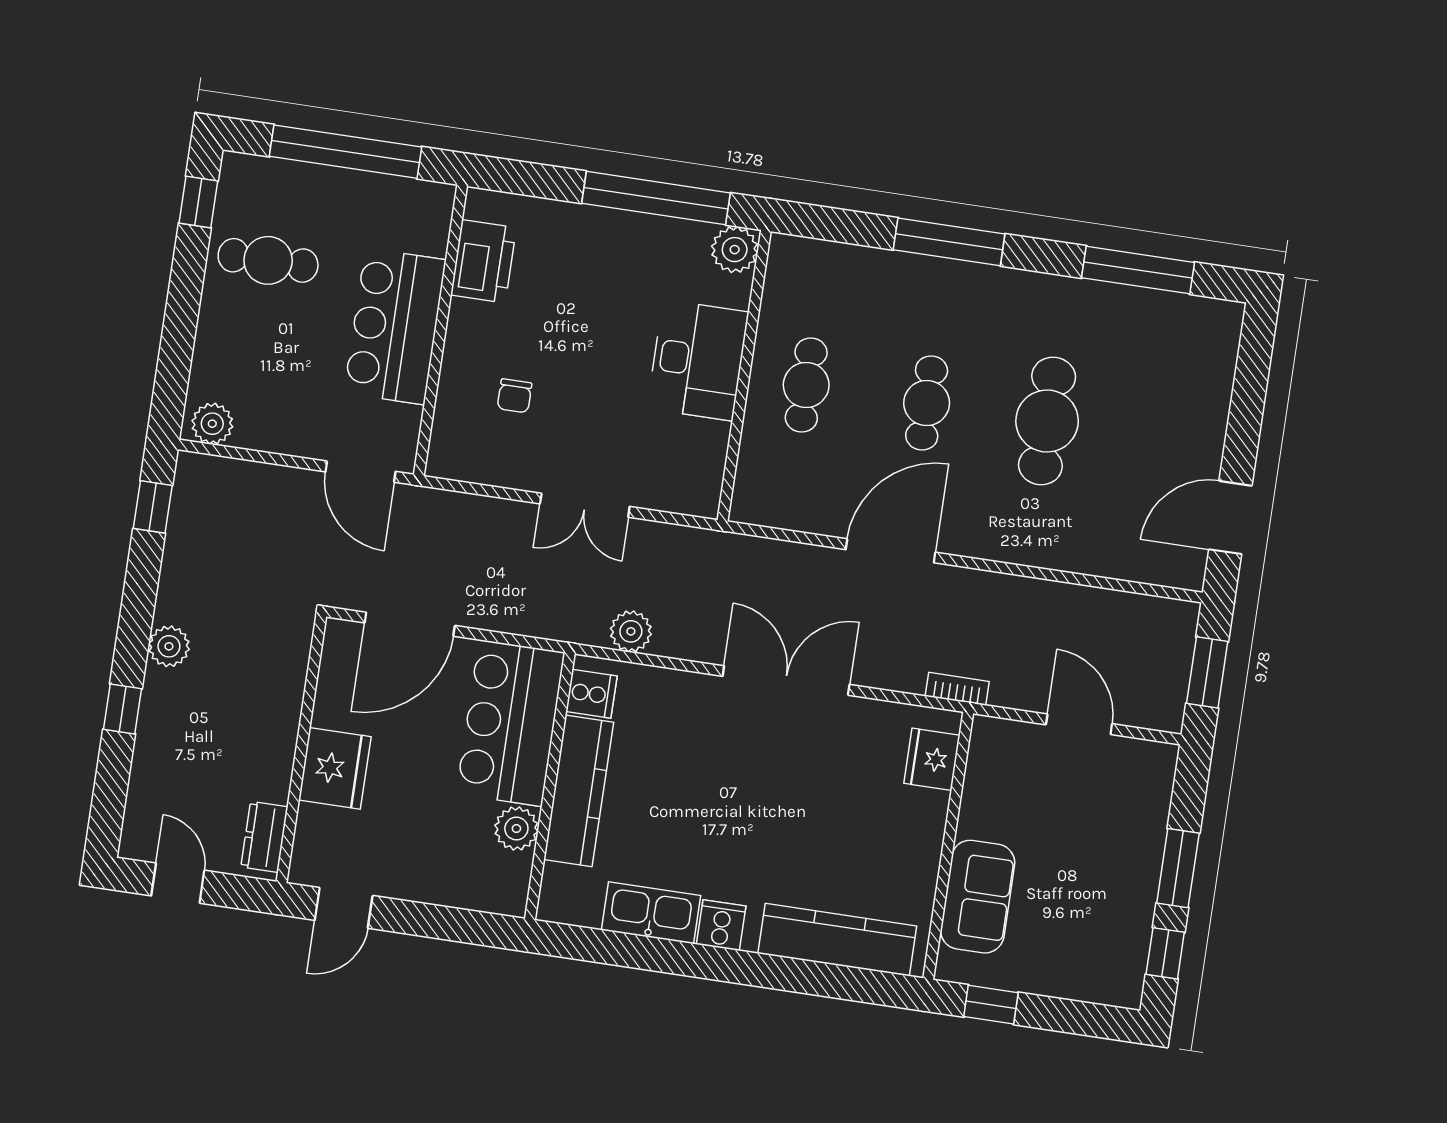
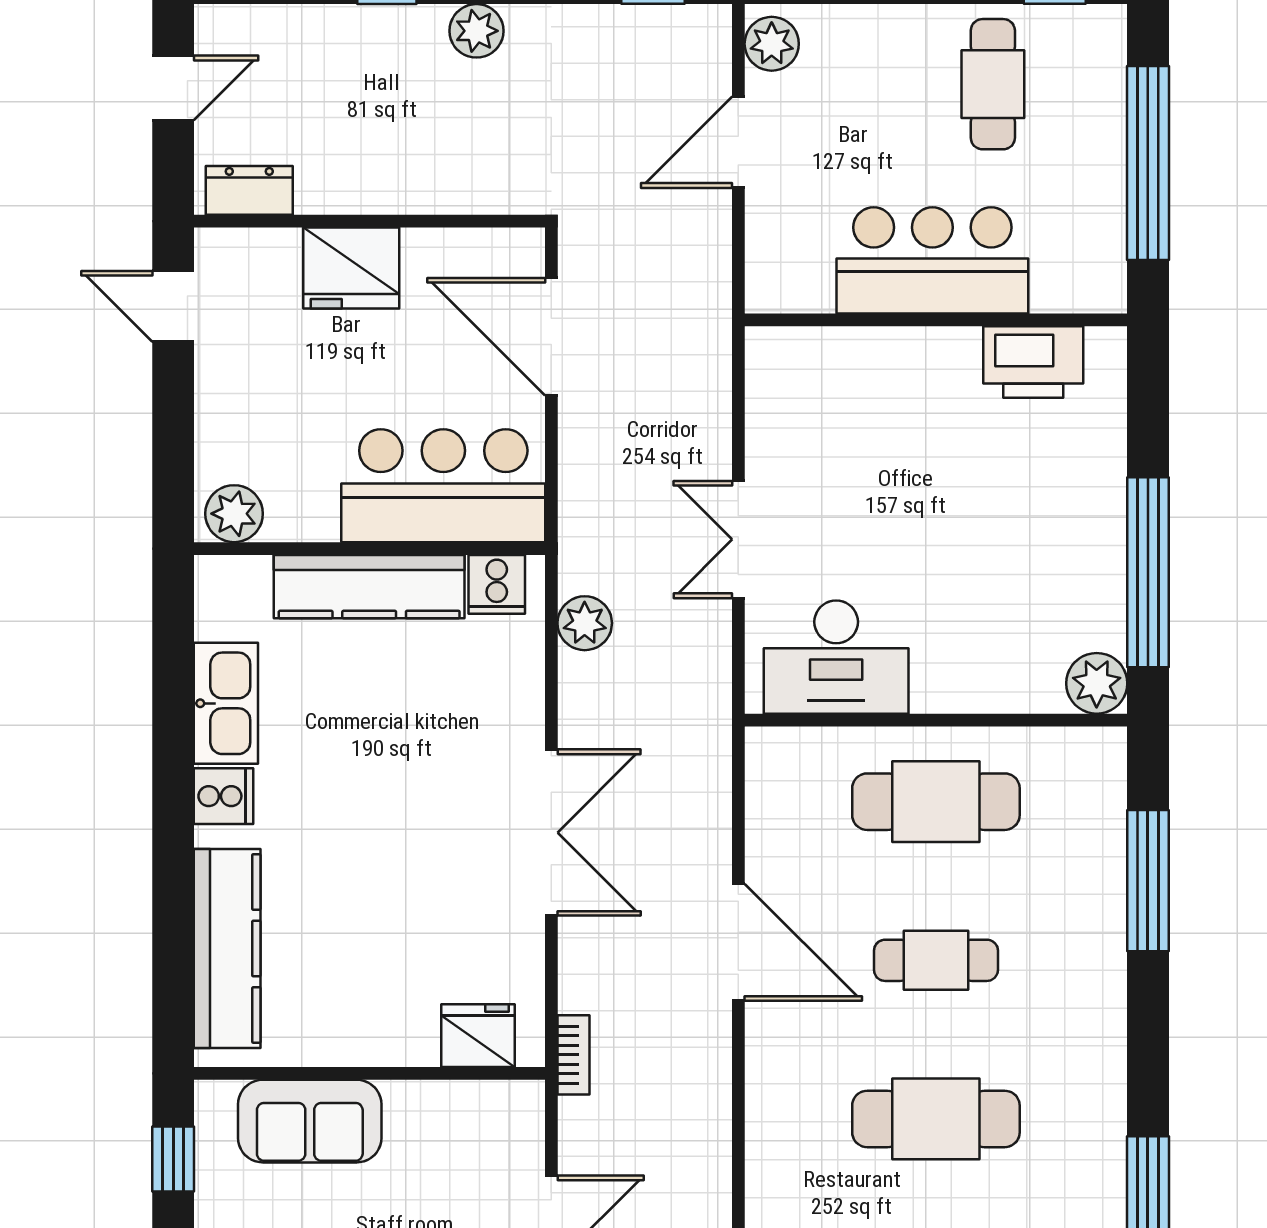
window: (949, 242) -> (1148, 881), moved
desk: (698, 360) -> (836, 657), moved
cafe table: (806, 385) -> (936, 802), width x1.37, depth x1.35
chair: (515, 396) -> (866, 428), removed
door: (360, 472) -> (738, 142), moved
plant: (516, 828) -> (234, 514), moved

